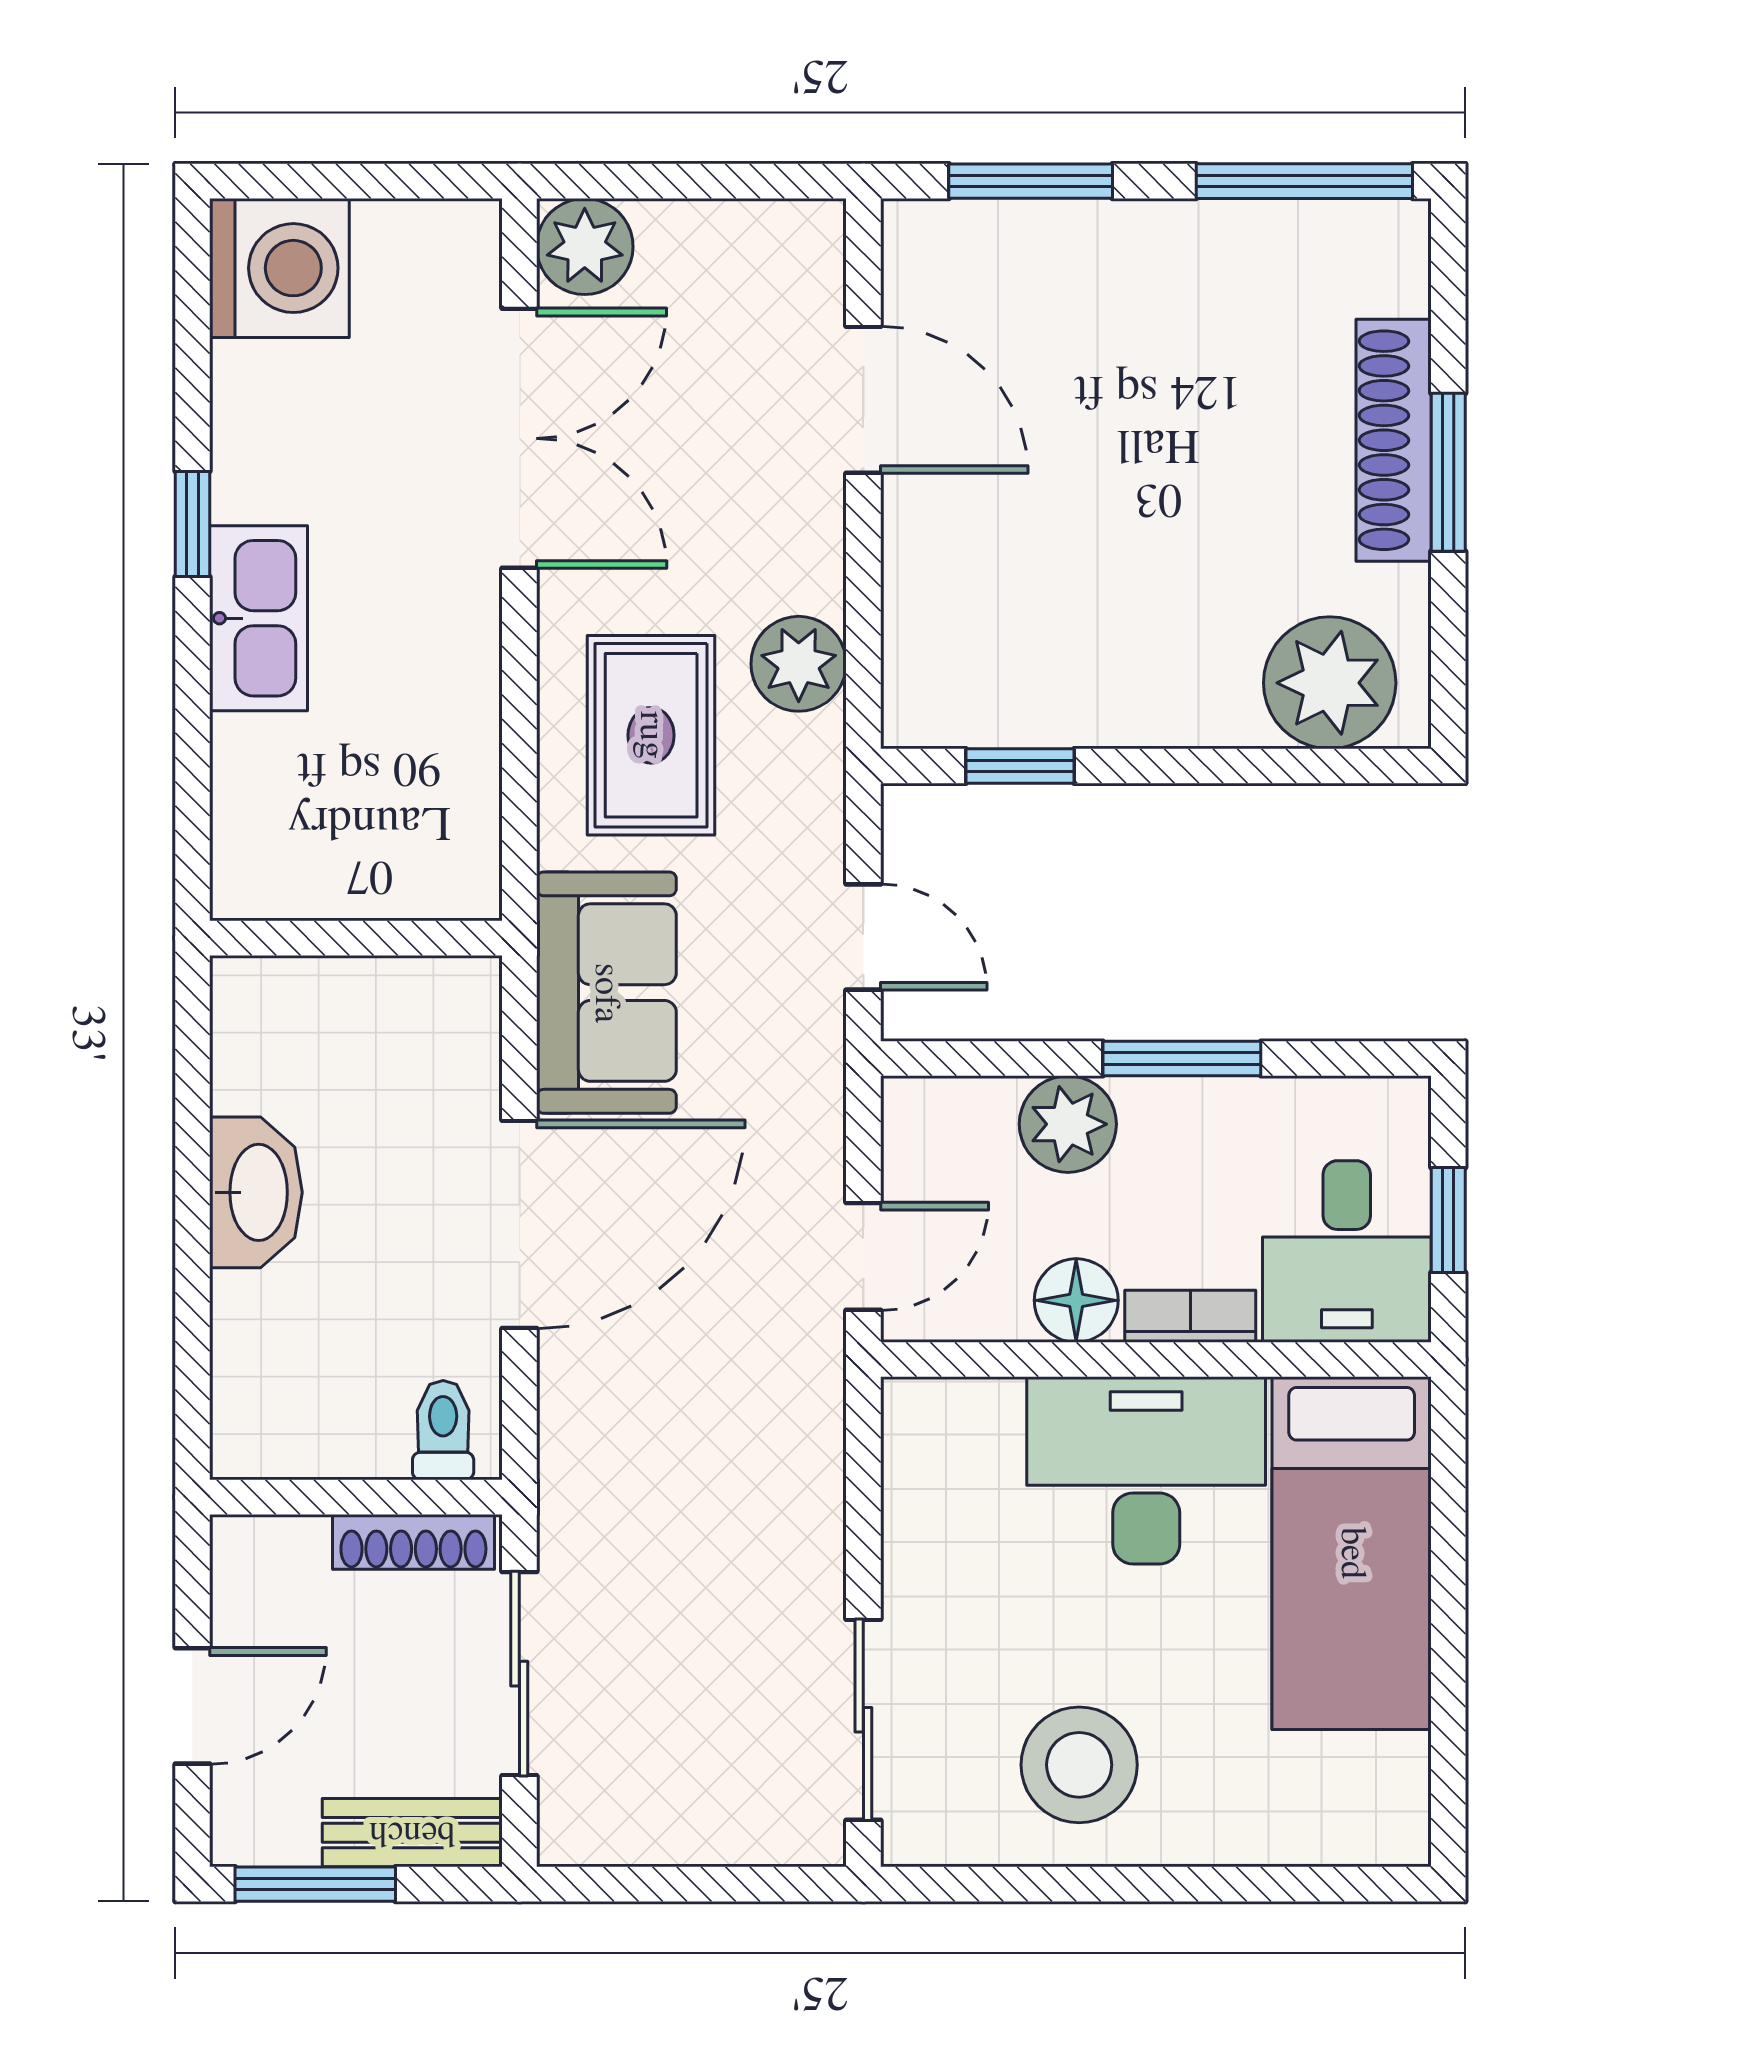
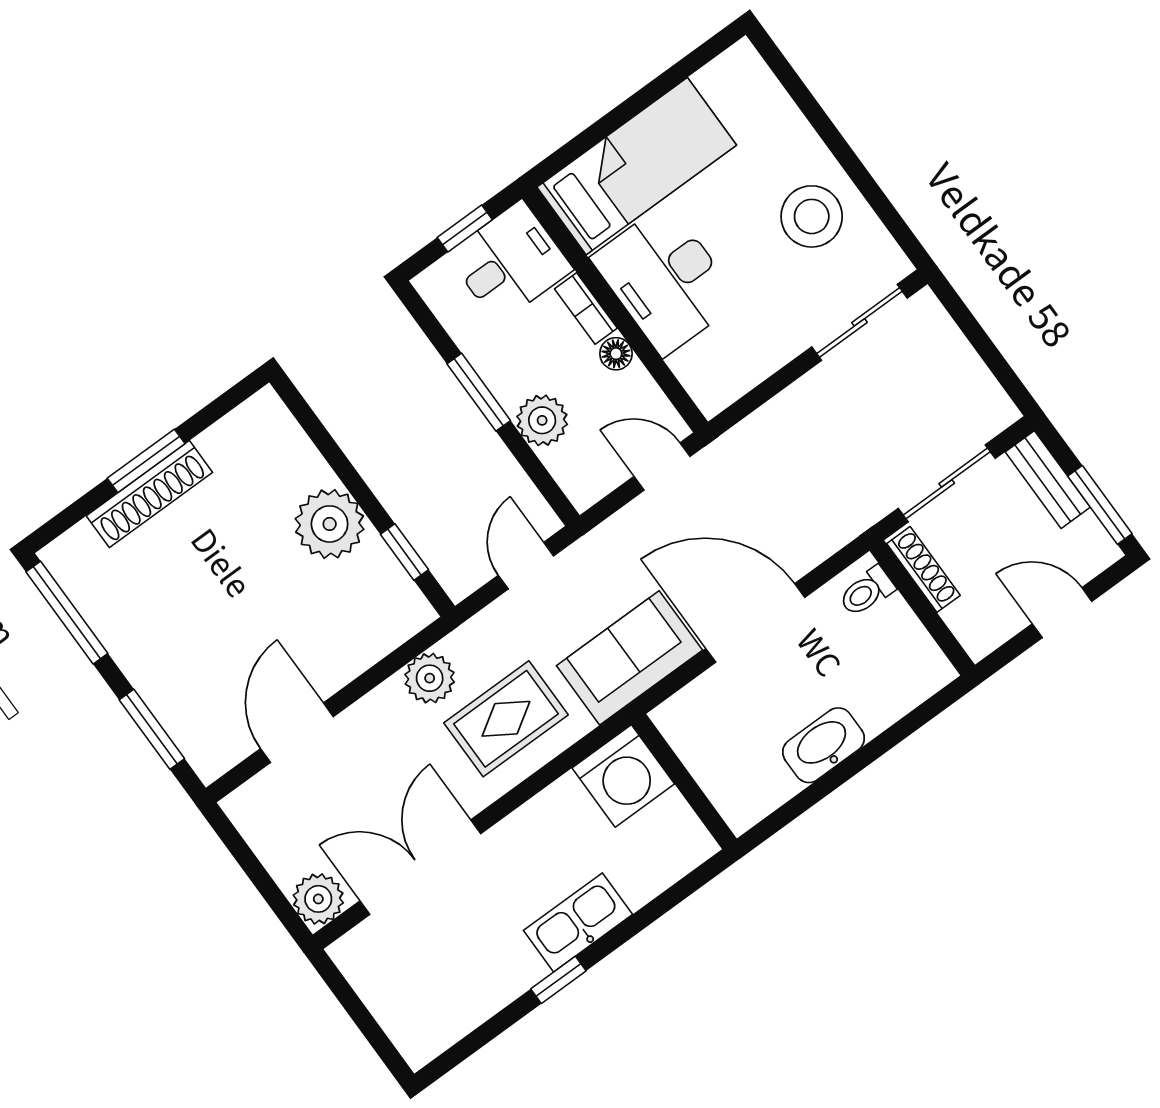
washing machine: (279, 268) -> (623, 776), moved, turned 180
plant: (1330, 683) -> (330, 524), moved
floor lamp: (1076, 1300) -> (616, 354), width x0.73, depth x0.73

